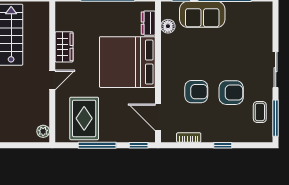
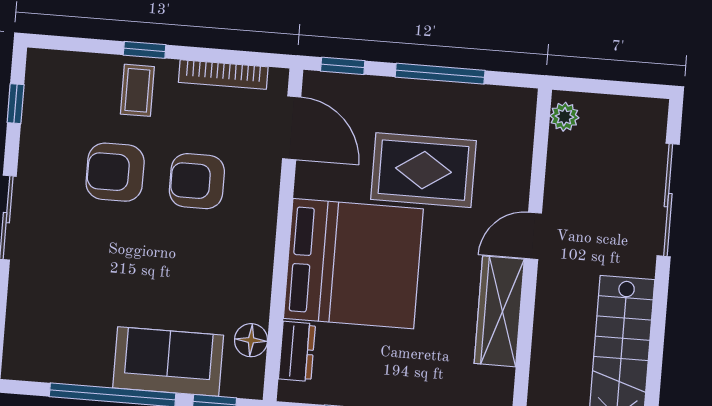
wardrobe: (64, 47) -> (499, 311), width x1.50
coffee table: (260, 112) -> (137, 90), moved
rug: (84, 118) -> (423, 170), moved, turned 90
window: (276, 118) -> (16, 104), width x0.46
bookcase: (189, 138) -> (223, 75), width x1.56

